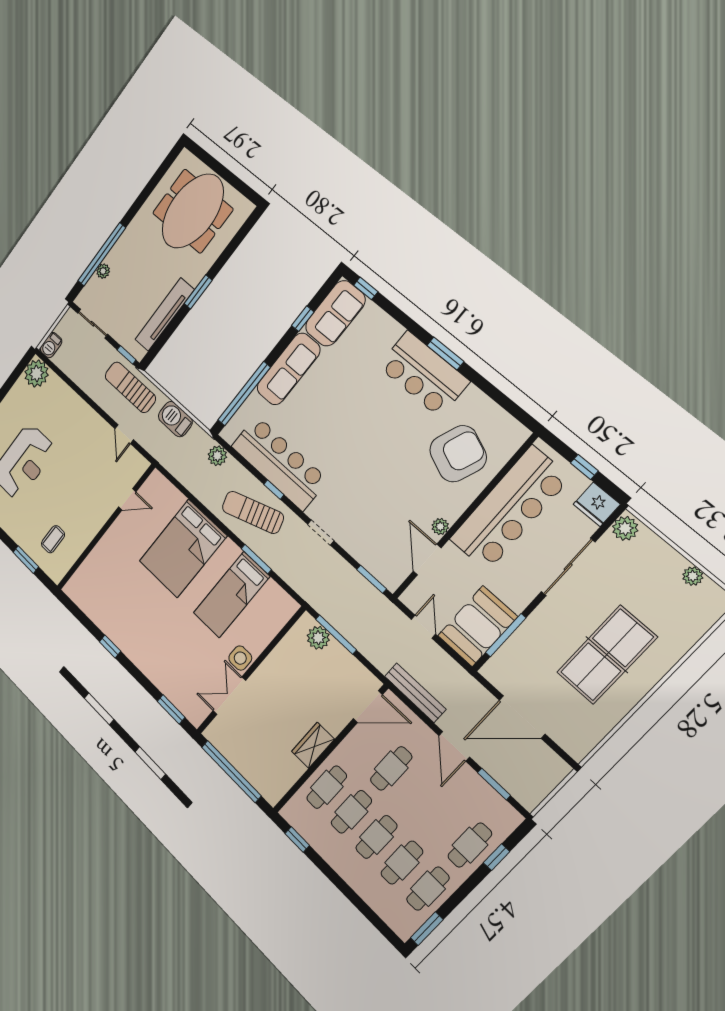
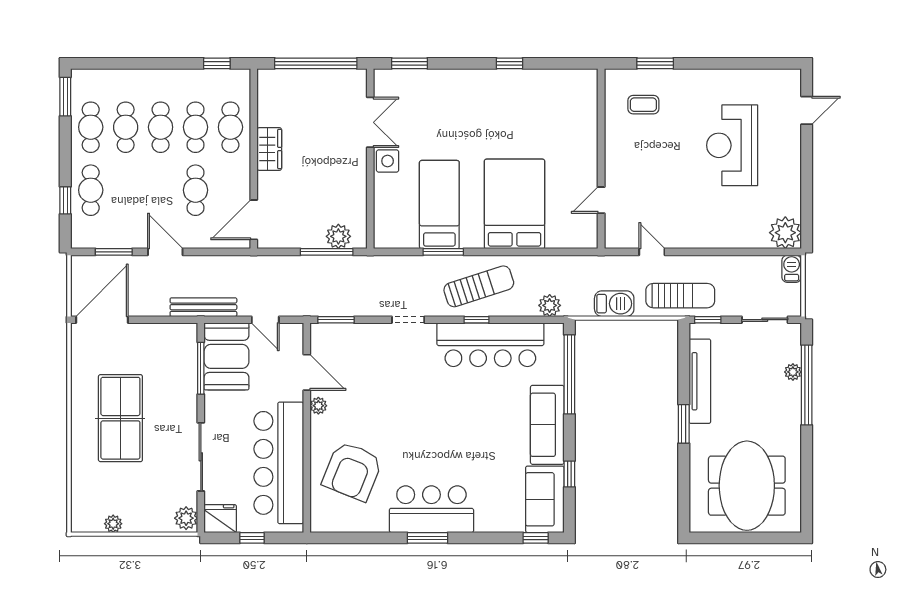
coffee table: (53, 539) -> (643, 105), turned 90
bench: (415, 693) -> (203, 307), moved
door: (522, 717) -> (102, 320), moved

